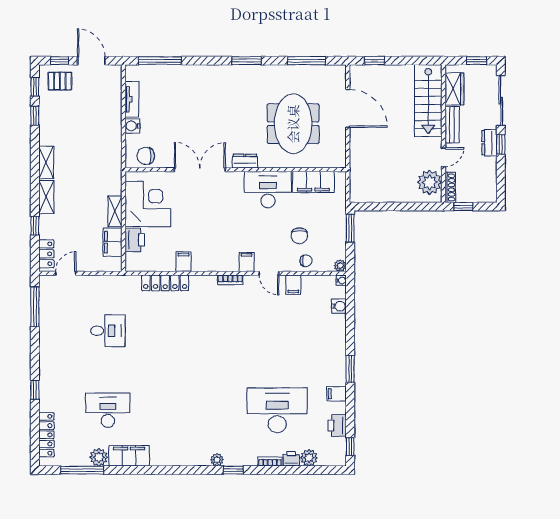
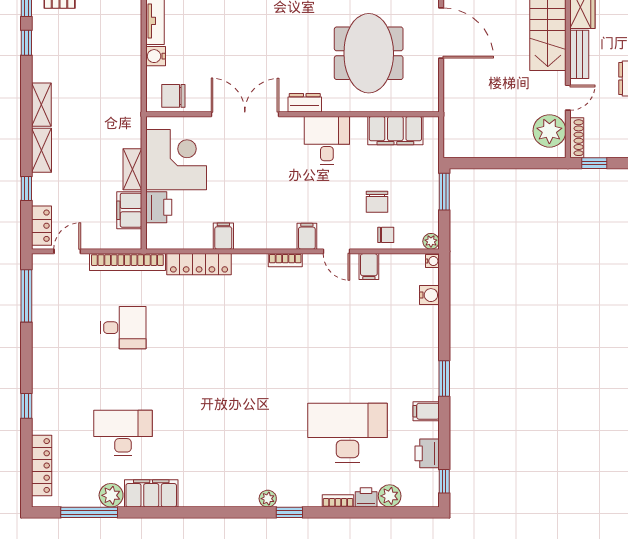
desk: (268, 190) -> (327, 141), width x0.73
bookcase: (111, 281) -> (127, 262), added

